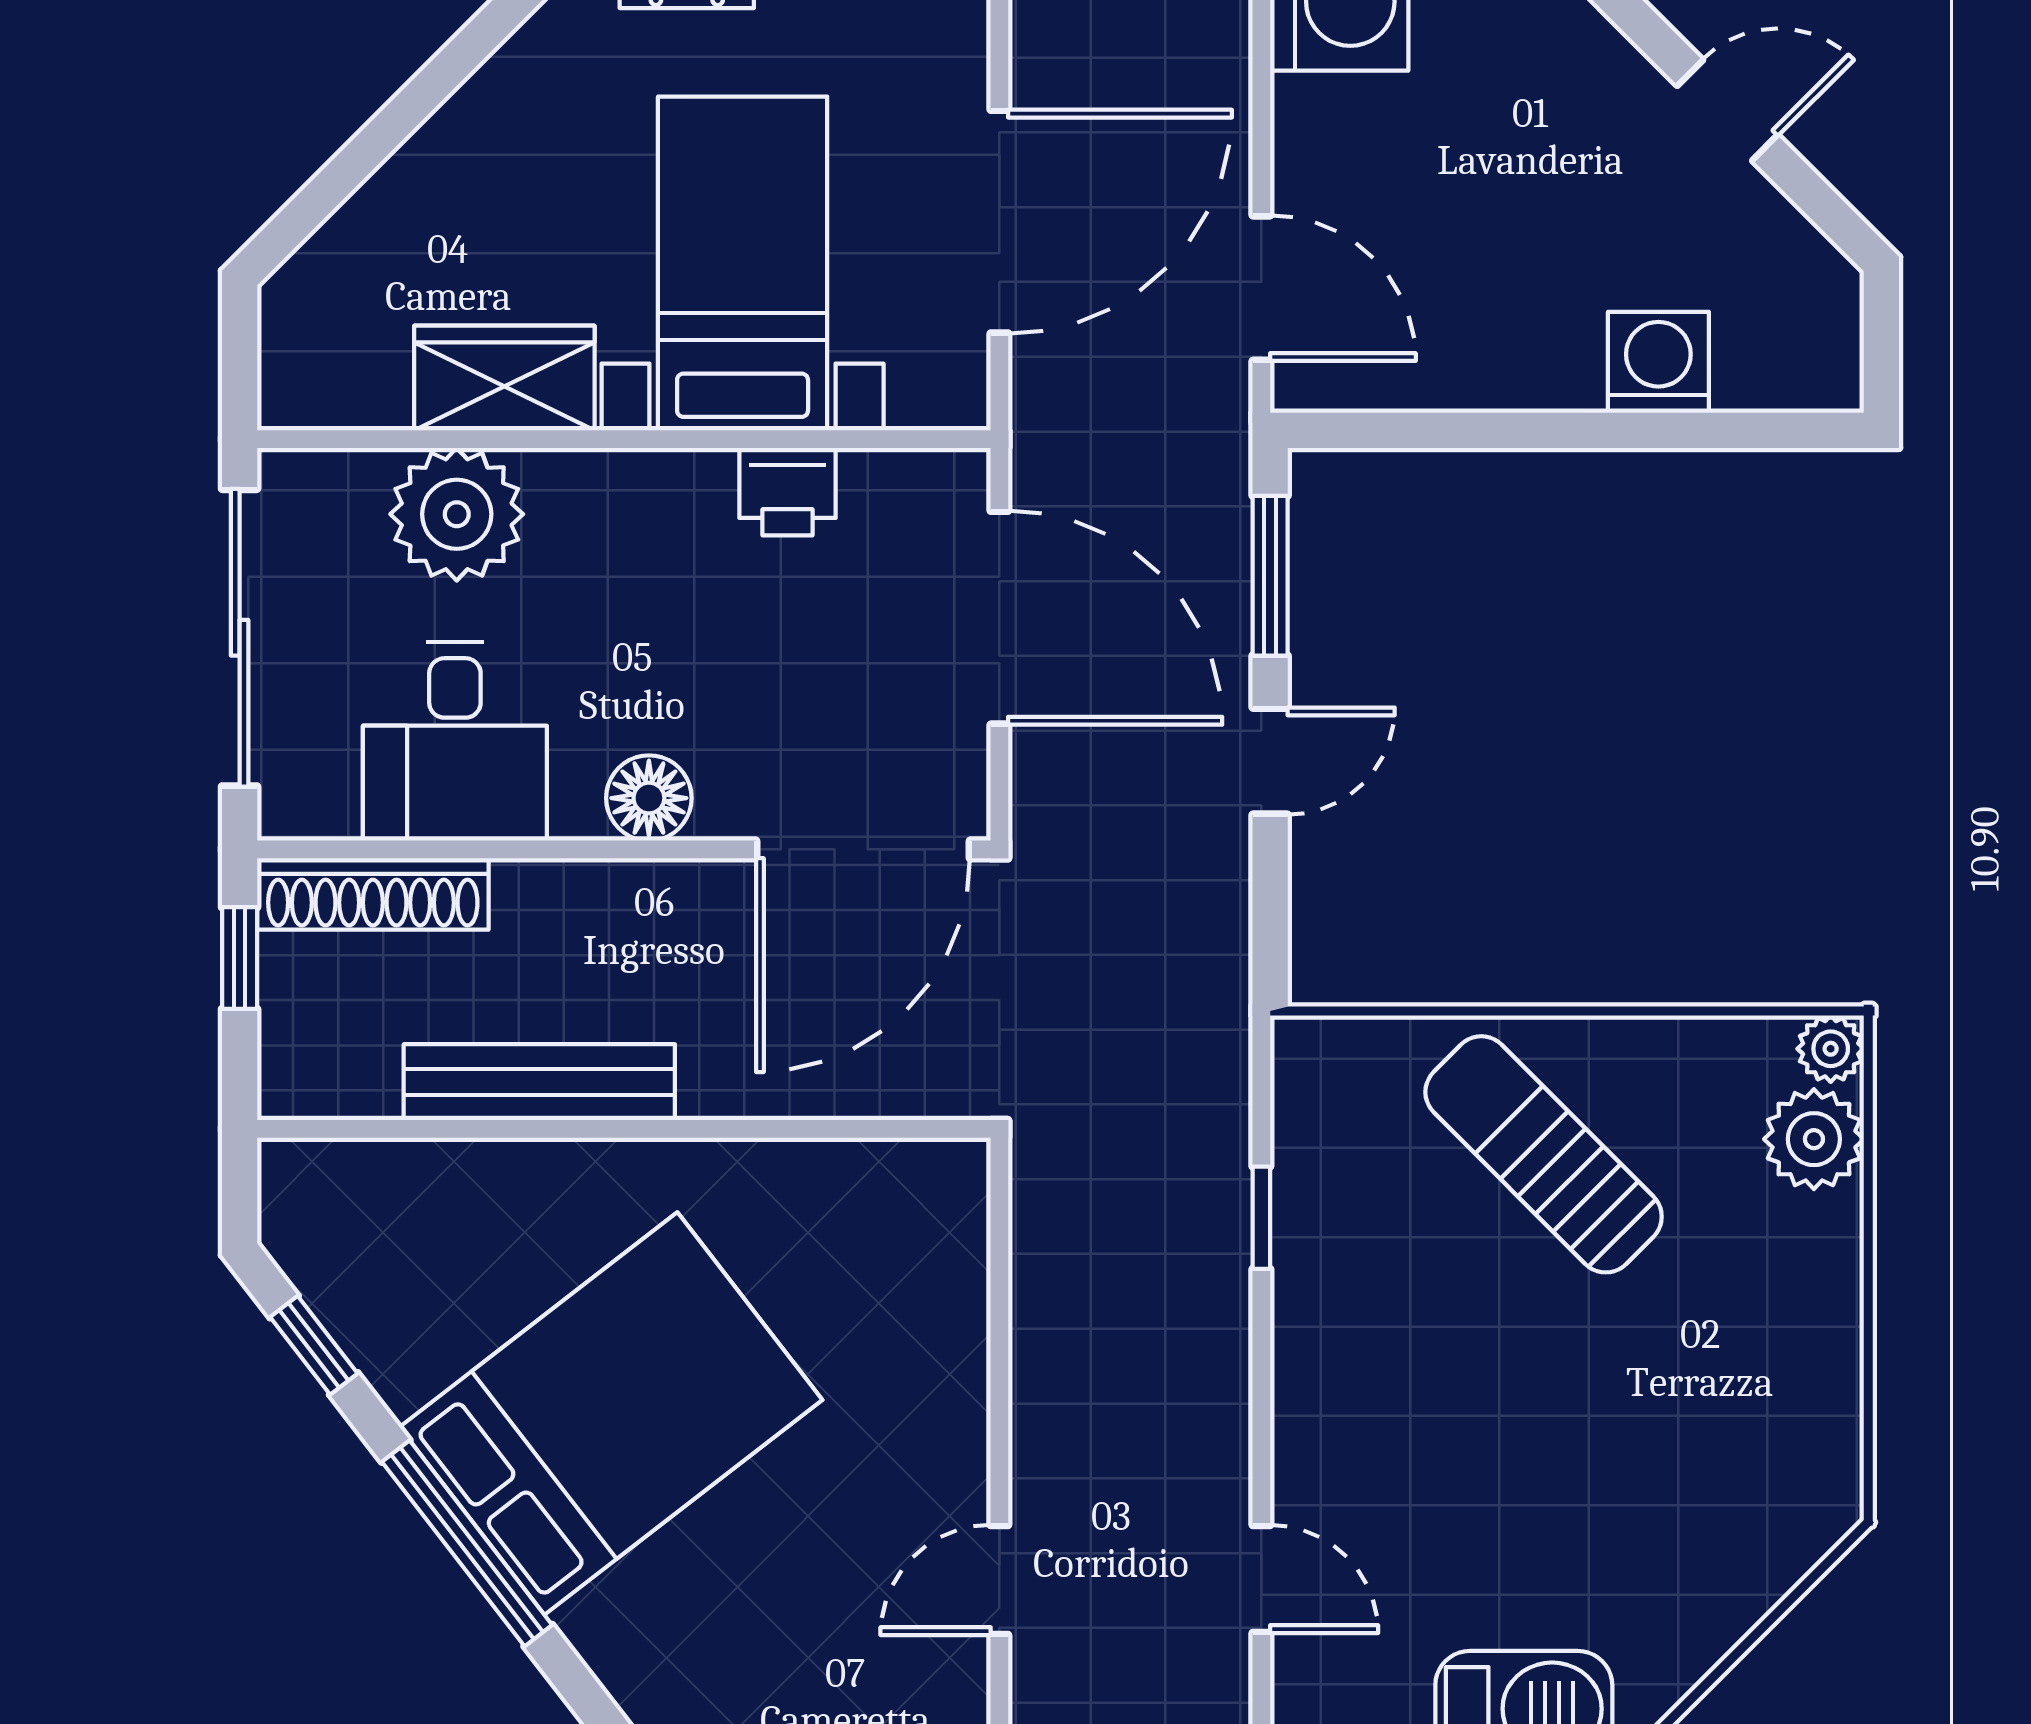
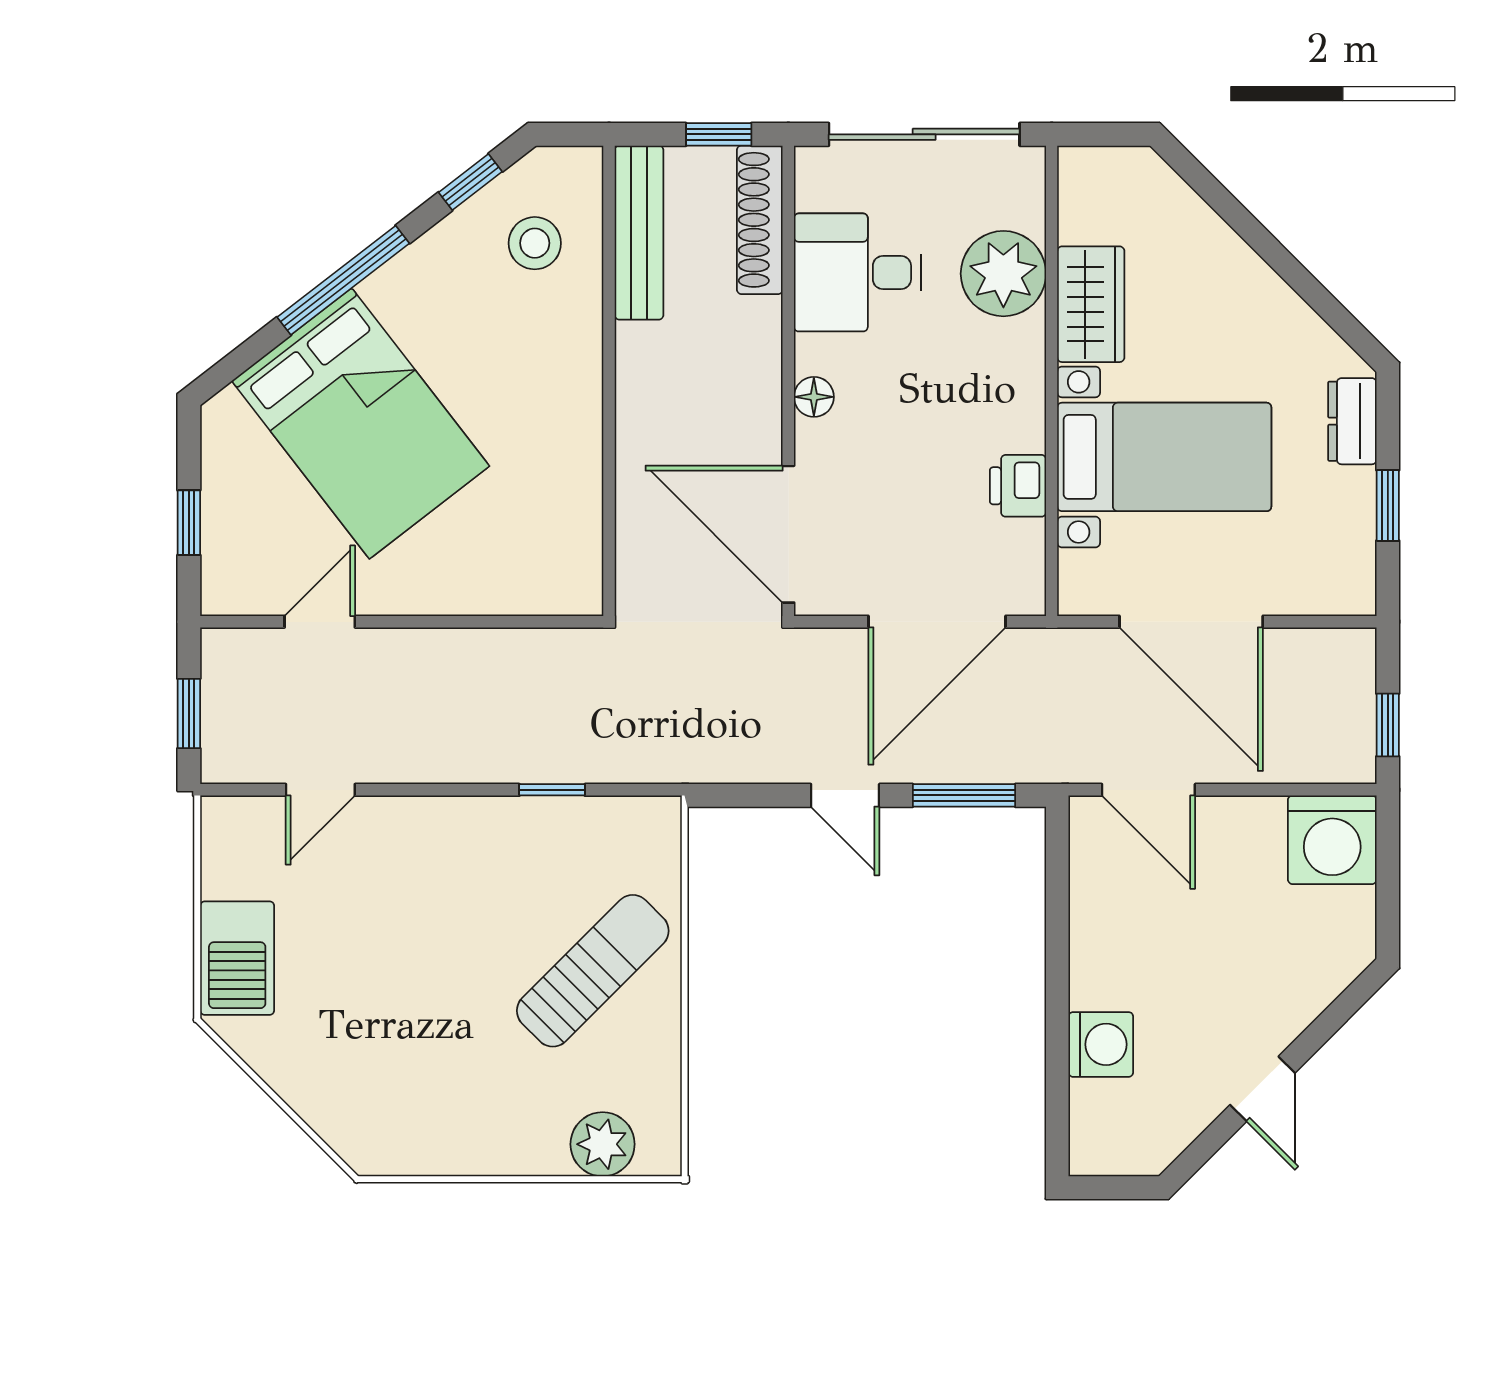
door: (1261, 288) -> (1148, 790), hinge flipped
floor lamp: (649, 798) -> (814, 397), width x0.73, depth x0.73
plant: (1831, 1049) -> (661, 1155), removed
bench: (539, 1082) -> (639, 233), moved
stool: (409, 1245) -> (535, 243), added
bed: (611, 1414) -> (361, 423), moved
door: (999, 1580) -> (320, 622), hinge flipped

